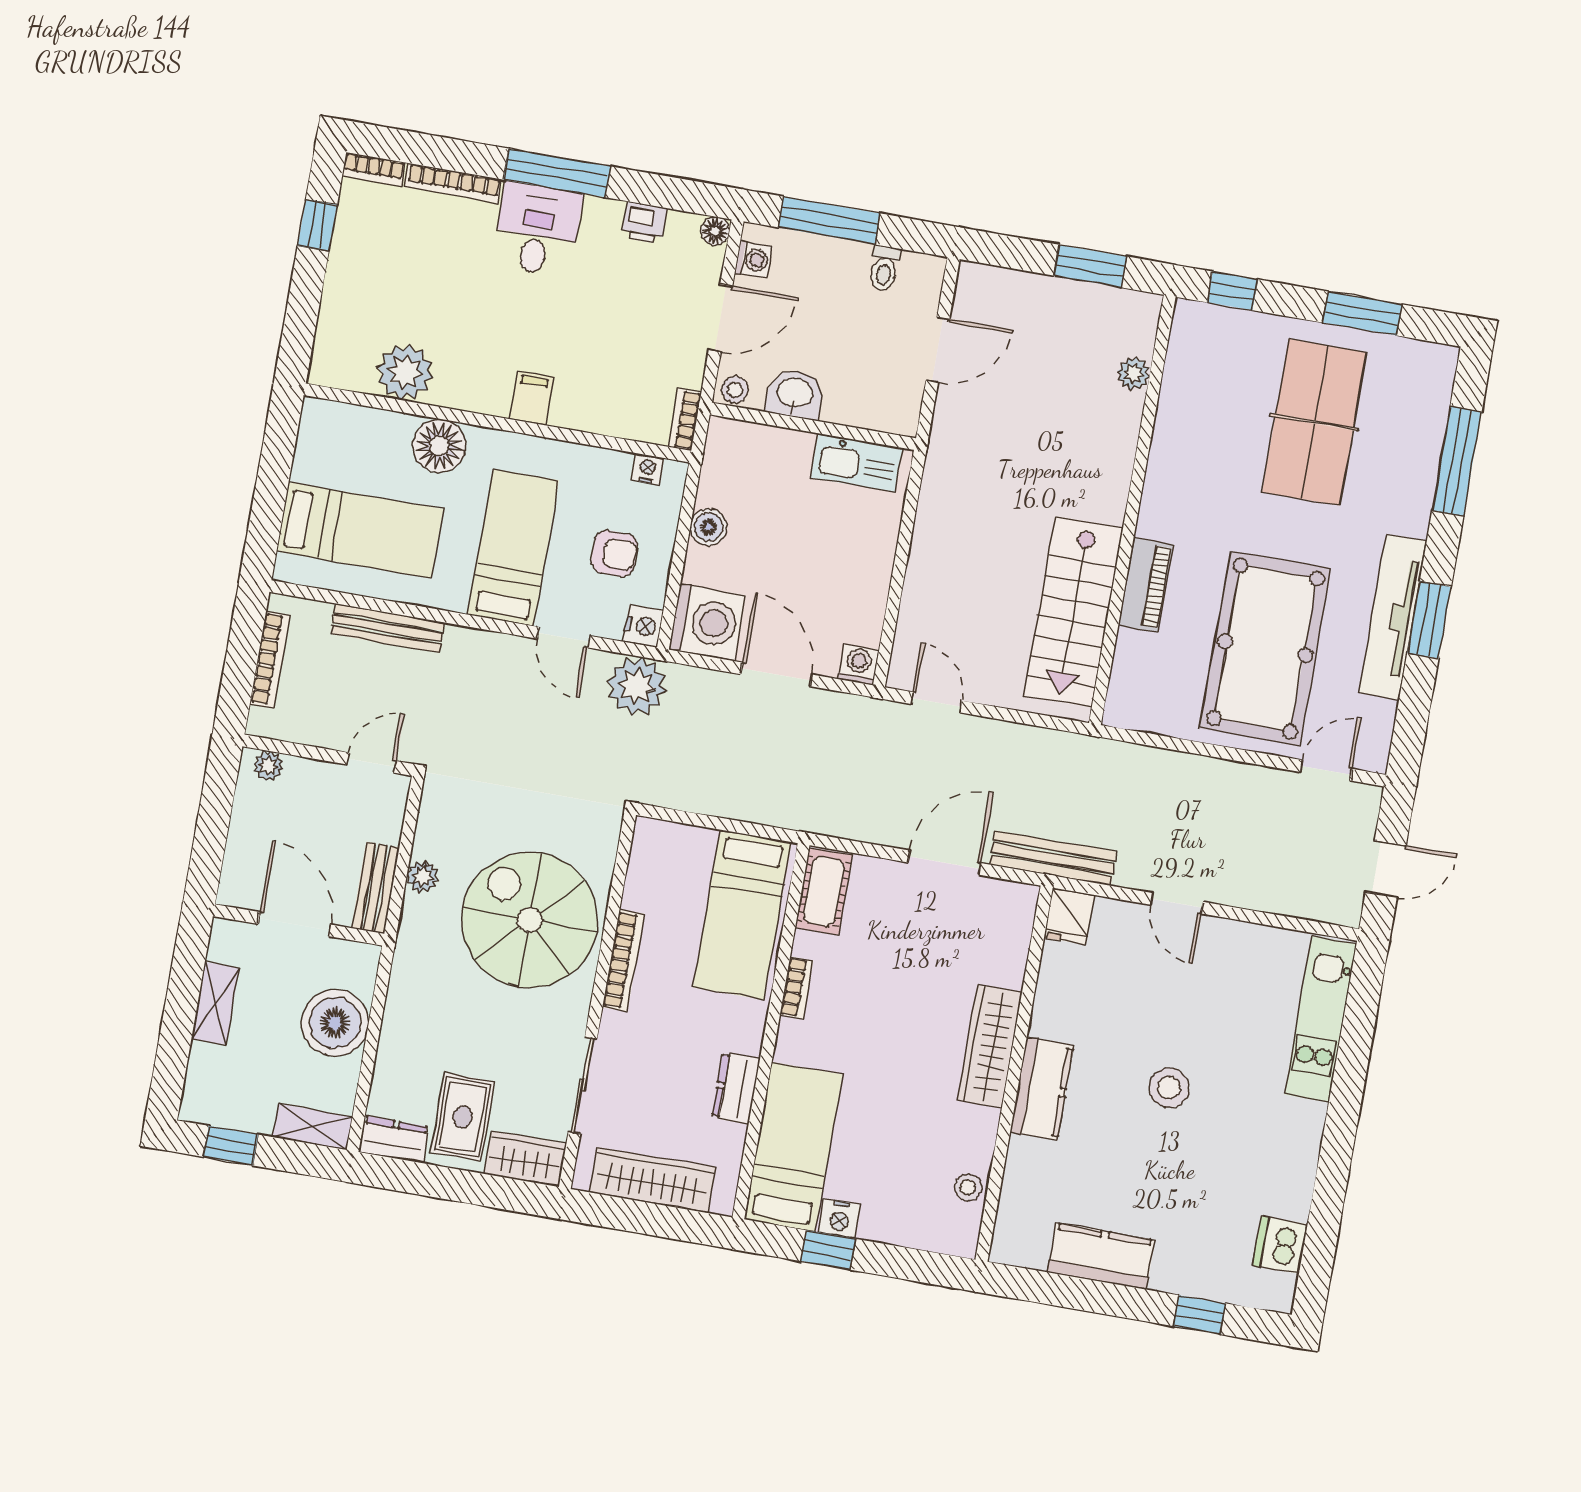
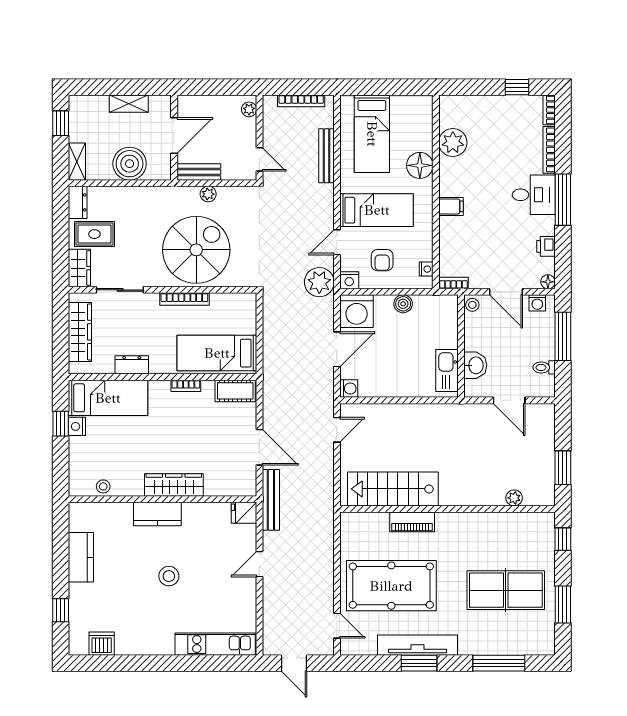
washbasin: (795, 394) -> (475, 365), moved

